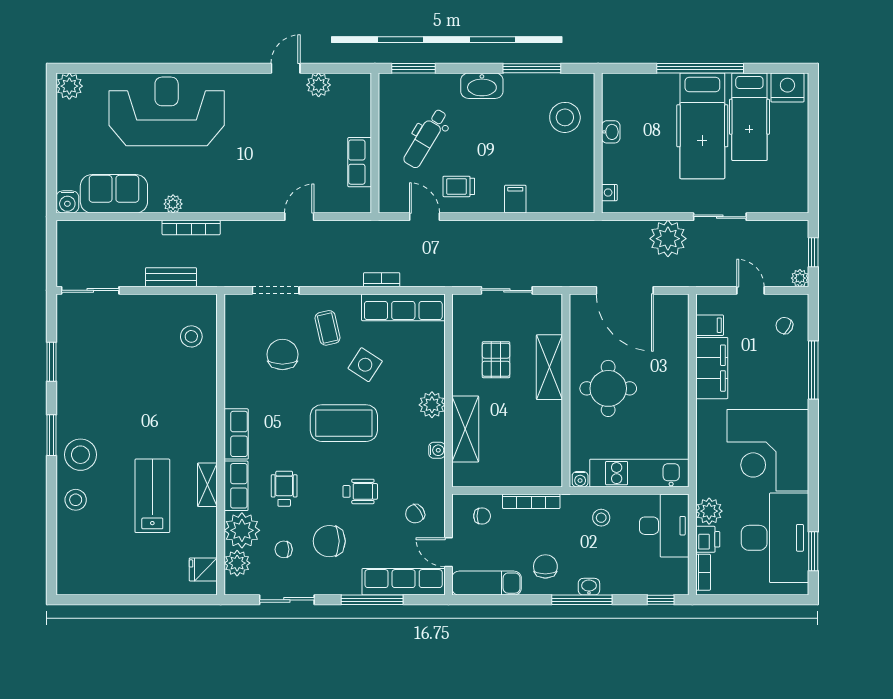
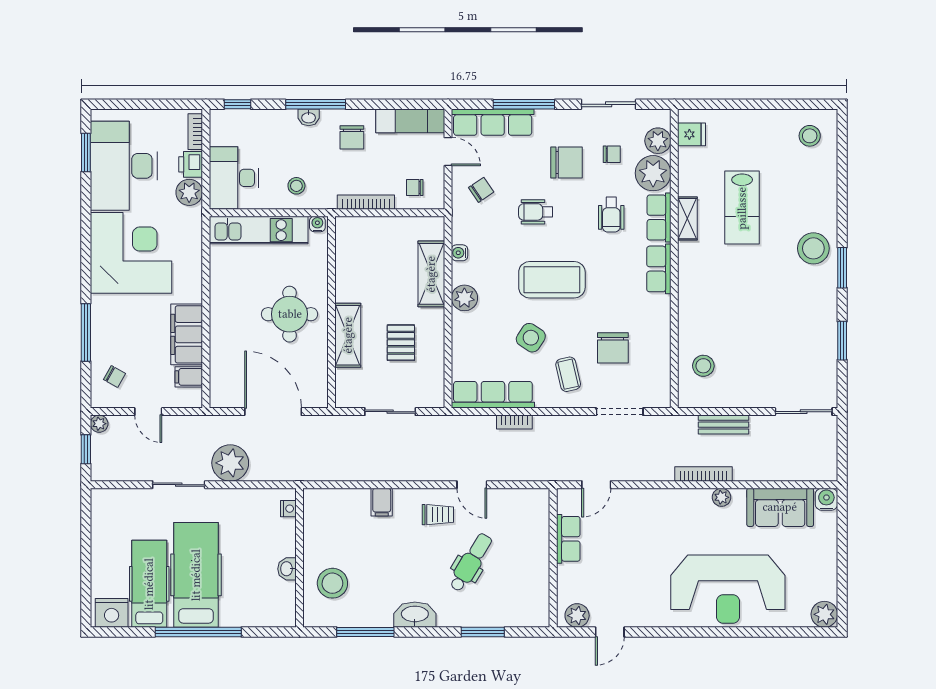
wall: (375, 143) -> (553, 558), moved
row of seats: (360, 162) -> (568, 539), moved
stool: (76, 500) -> (810, 136), moved

